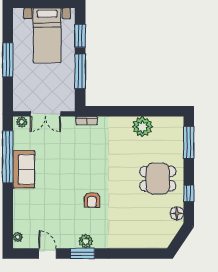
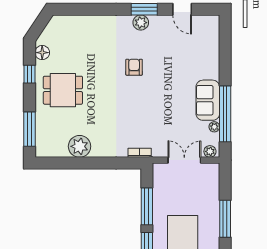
plant: (18, 237) -> (214, 127), moved

